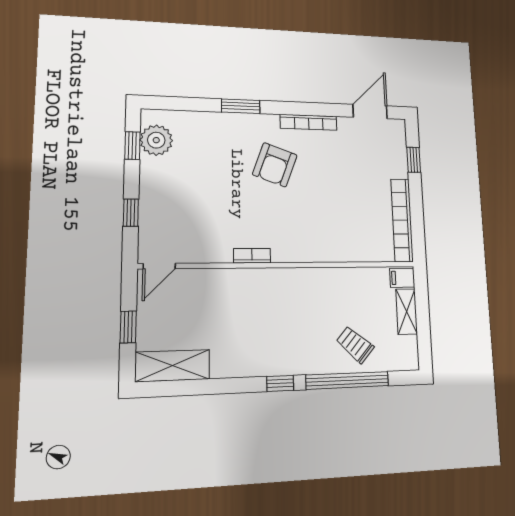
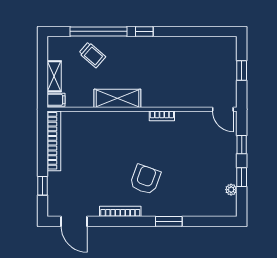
door: (370, 112) -> (74, 221), hinge flipped
plant: (156, 140) -> (231, 190), width x0.53, depth x0.53
window: (132, 146) -> (242, 177), moved
door: (159, 266) -> (223, 109), swing flipped
shelving: (172, 366) -> (117, 98), moved

